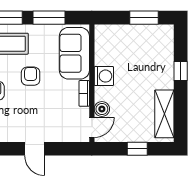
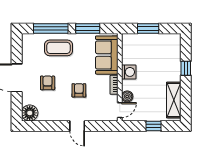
window: (144, 18) -> (148, 29), moved
armchair: (31, 76) -> (79, 90), moved

